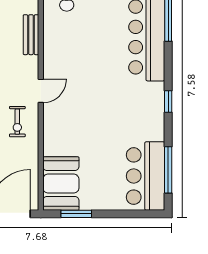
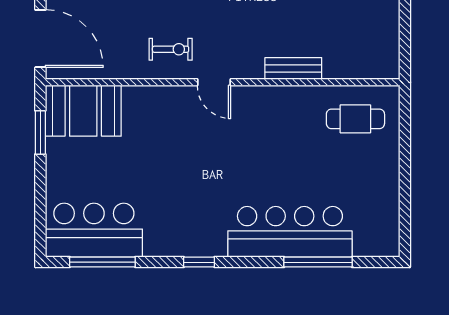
exercise bike: (17, 122) -> (171, 49), turned 180

